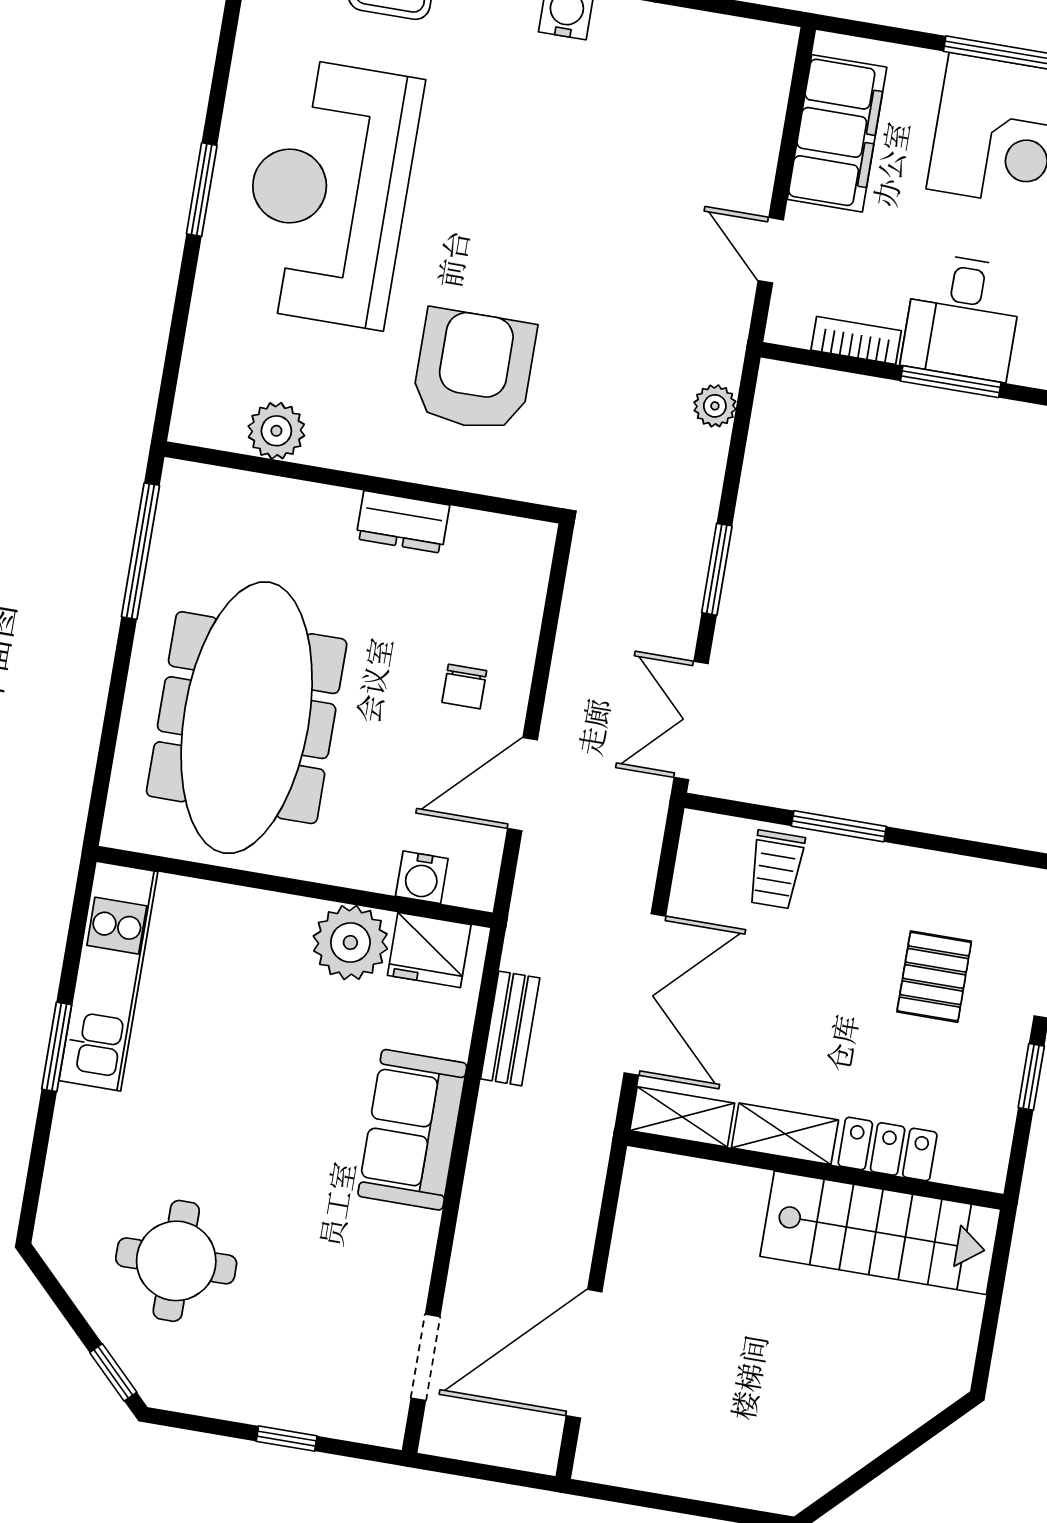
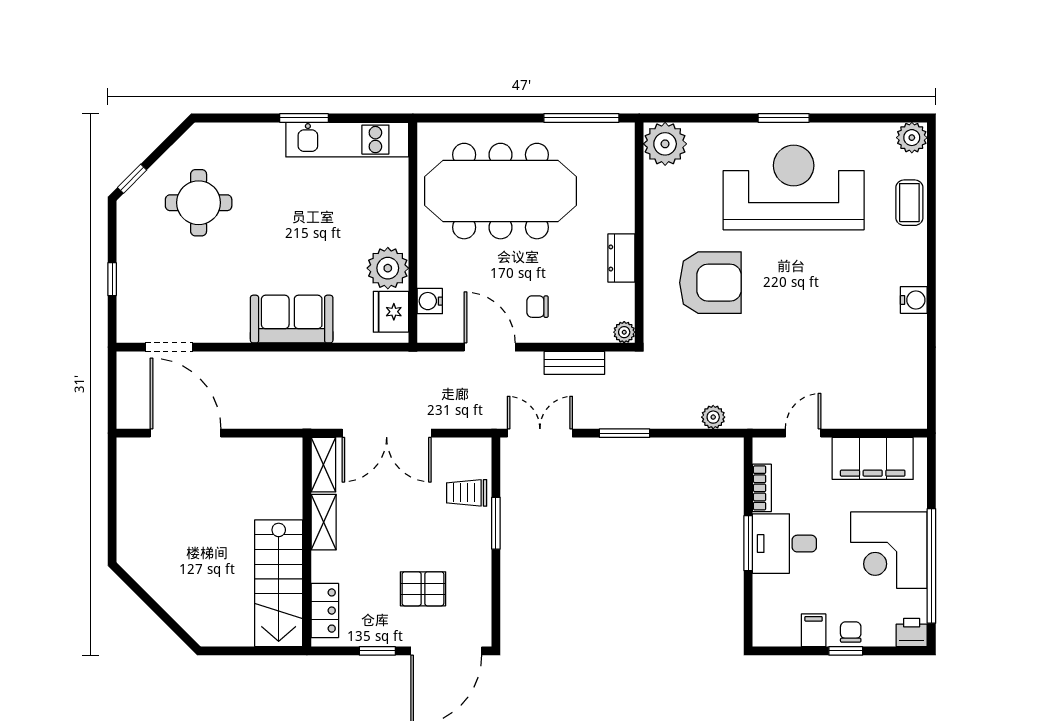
plant: (276, 431) -> (665, 144), moved, width x1.36, depth x1.36
plant: (536, 539) -> (624, 332), added
bench: (510, 1028) -> (574, 363), moved
locker: (888, 1149) -> (325, 611), moved

